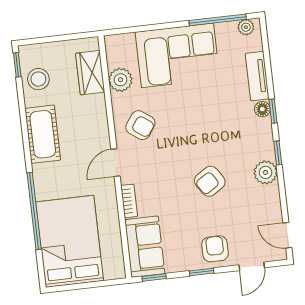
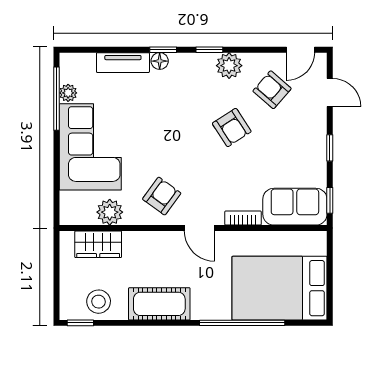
plant: (246, 27) -> (68, 93), moved
armchair: (215, 249) -> (272, 90), moved, turned 41

